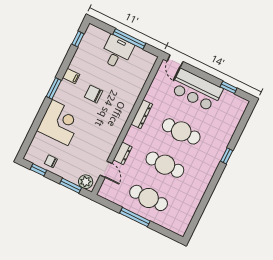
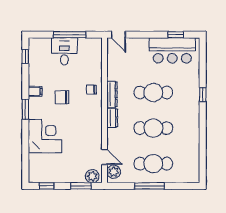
bar counter: (196, 90) -> (172, 50), moved
dresser: (123, 153) -> (112, 118), moved
chair: (51, 161) -> (91, 90), moved
plant: (108, 187) -> (114, 172), added

